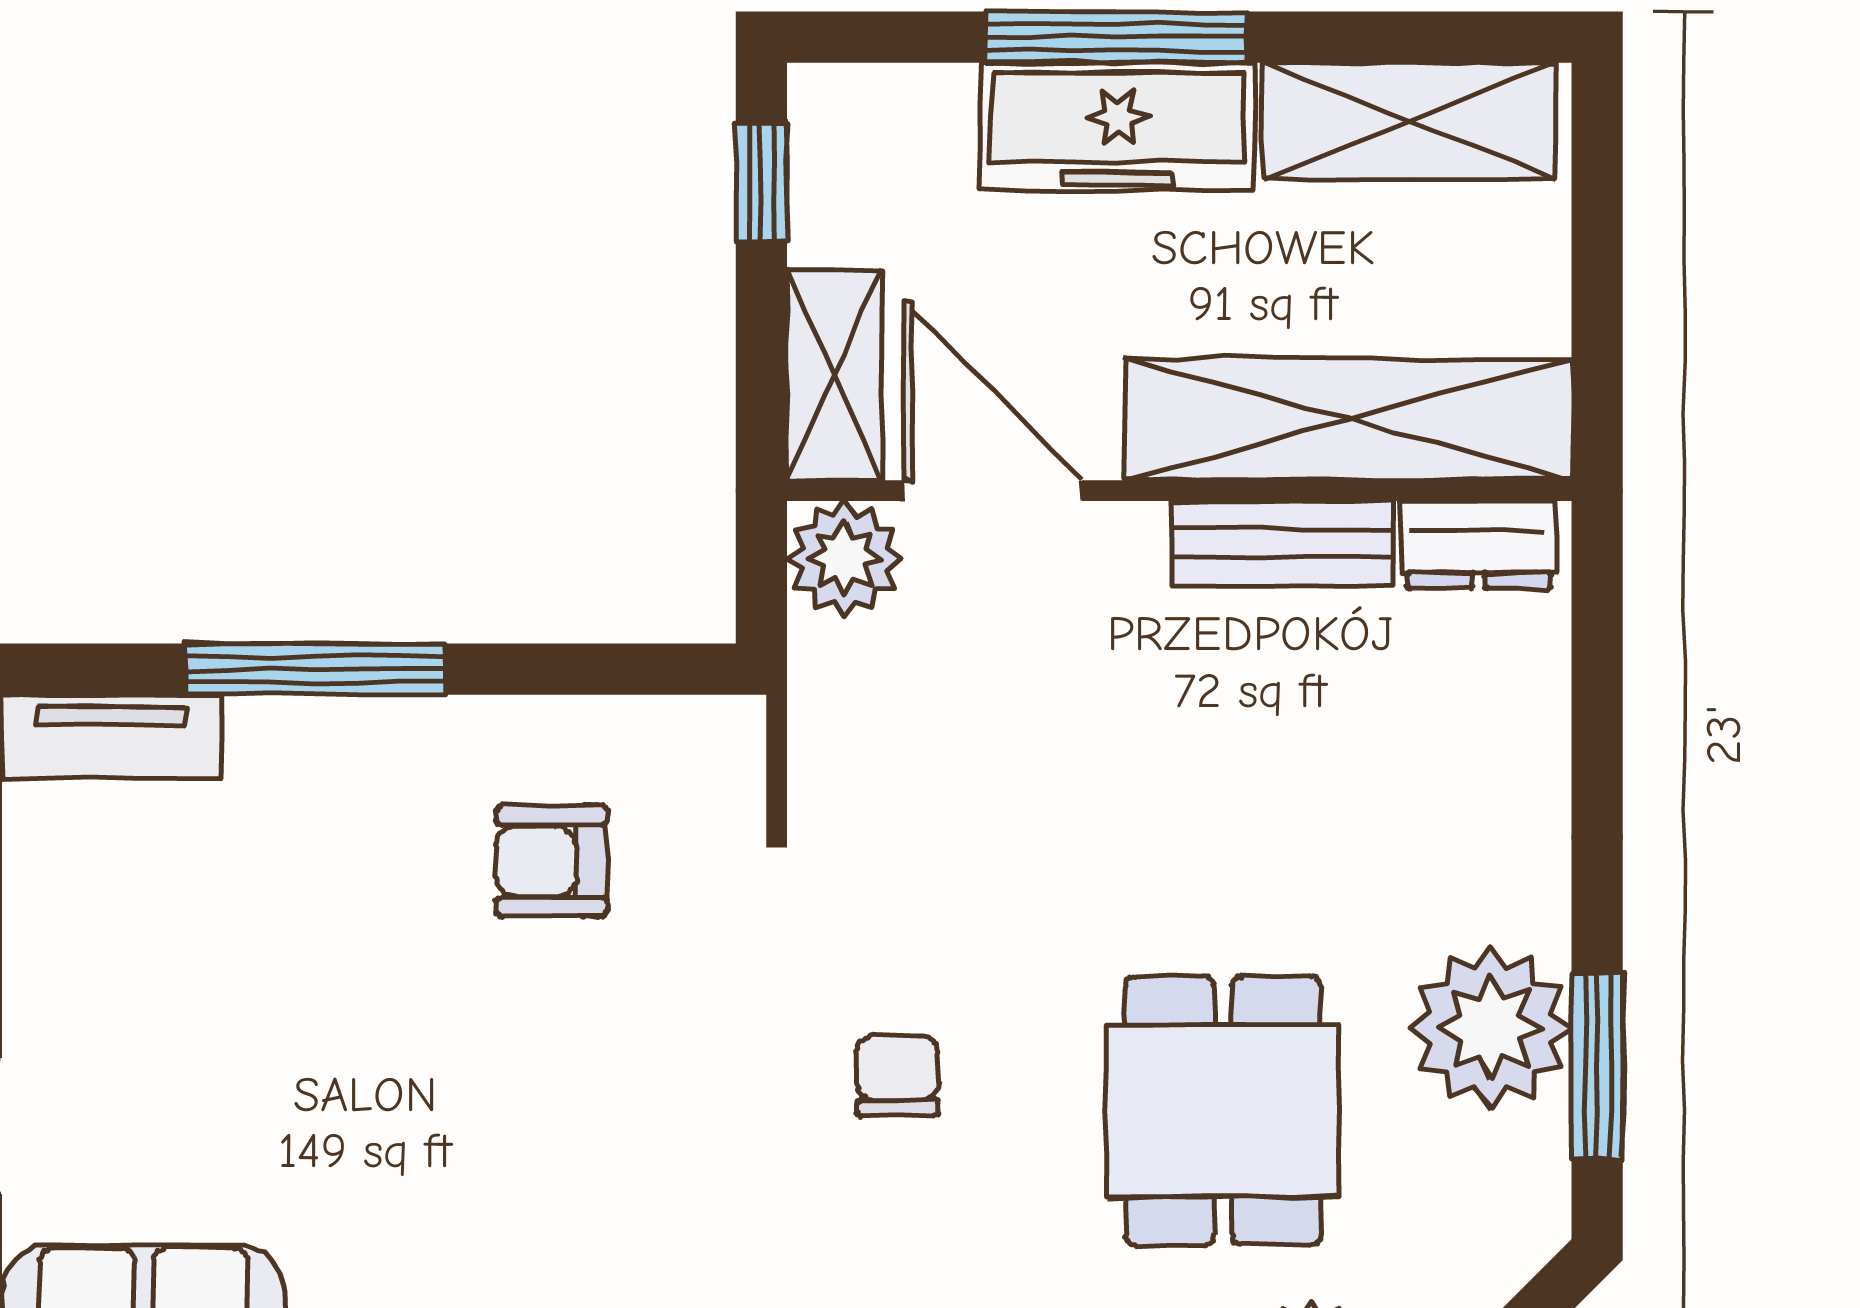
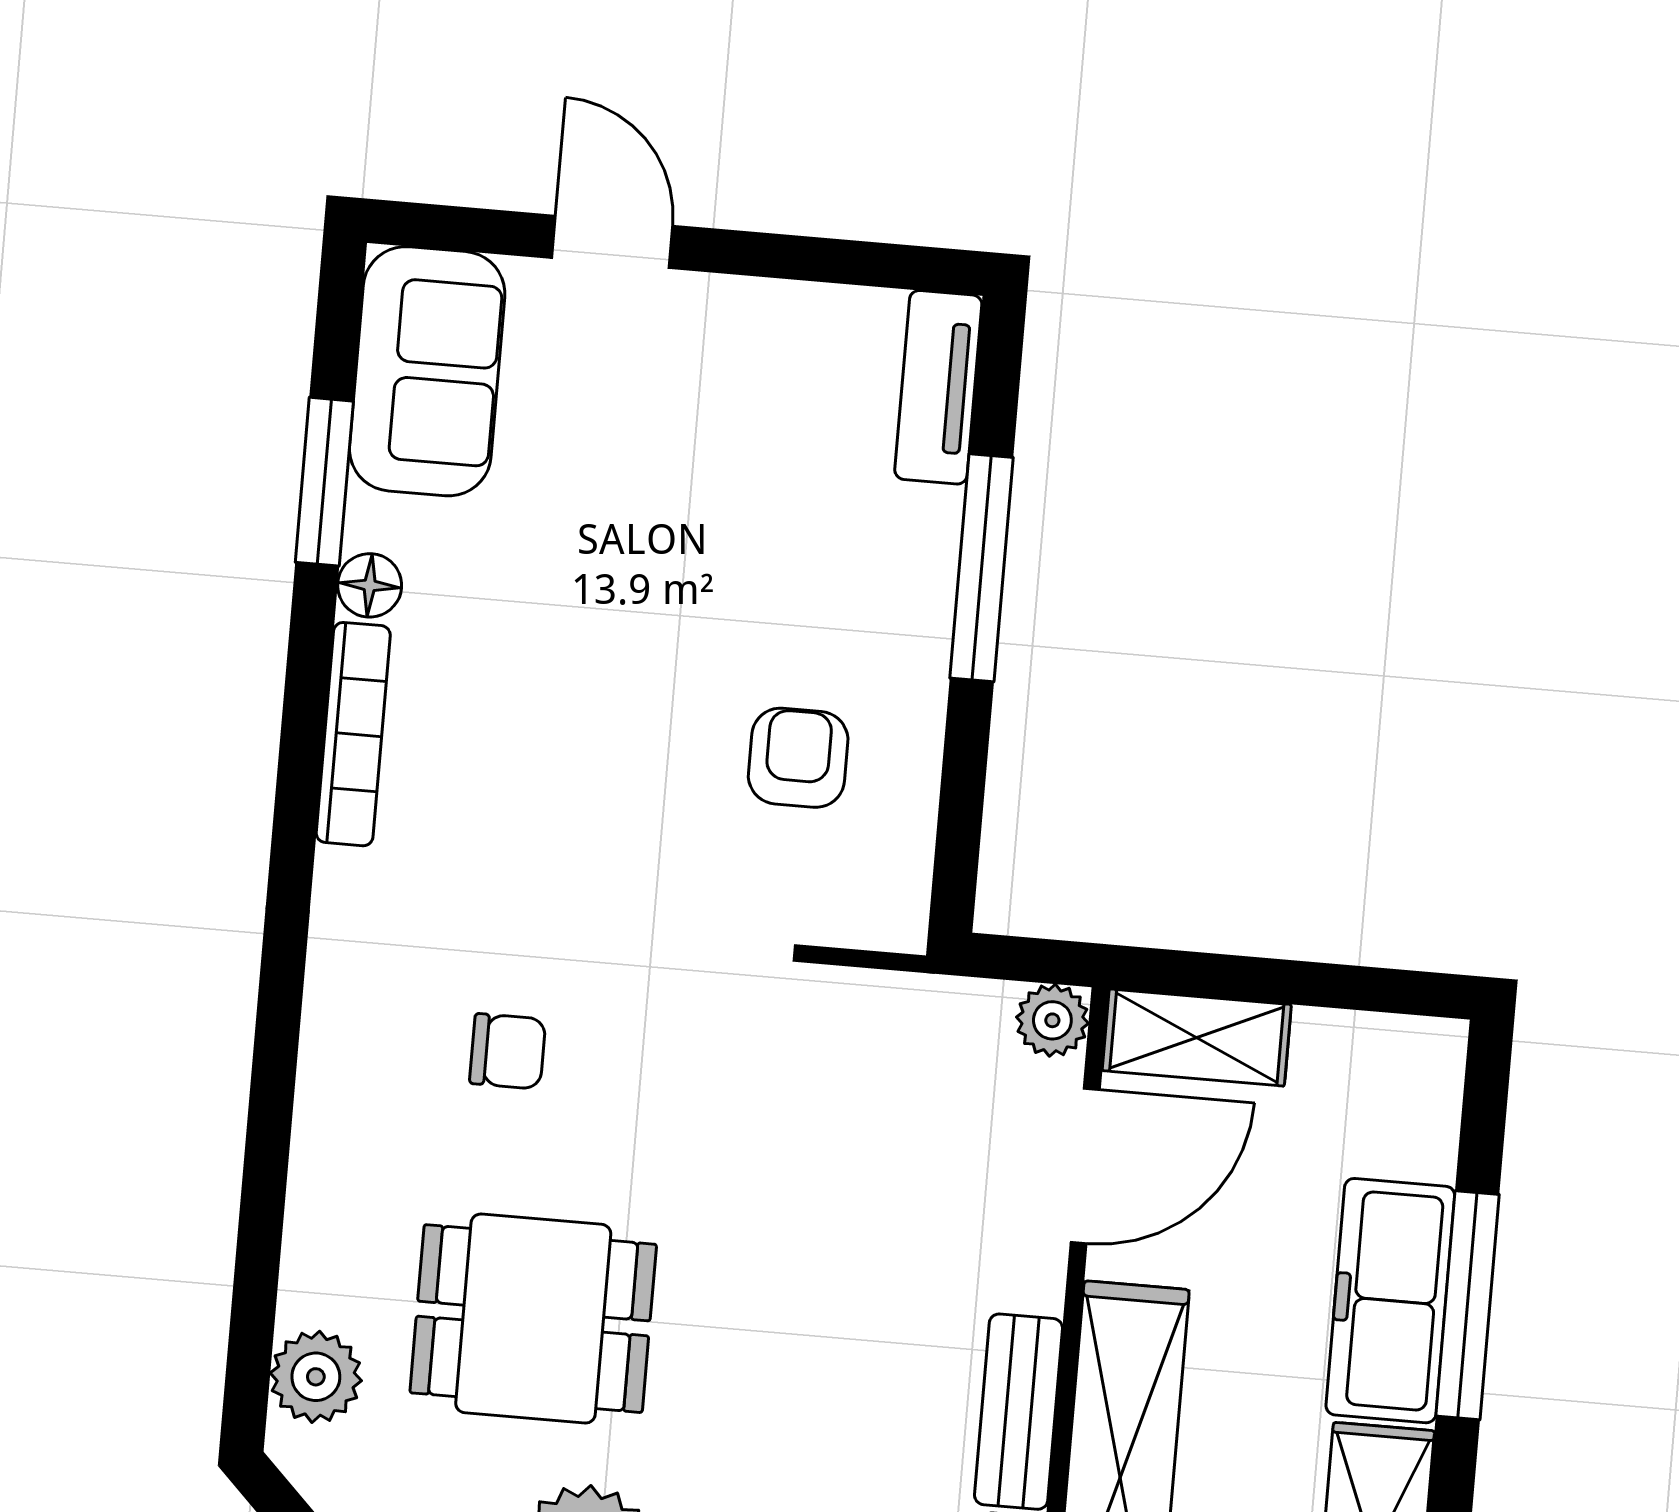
window: (761, 182) -> (1369, 989), removed
plant: (844, 558) -> (1052, 1020), width x0.73, depth x0.73
chair: (898, 1075) -> (508, 1051), moved

